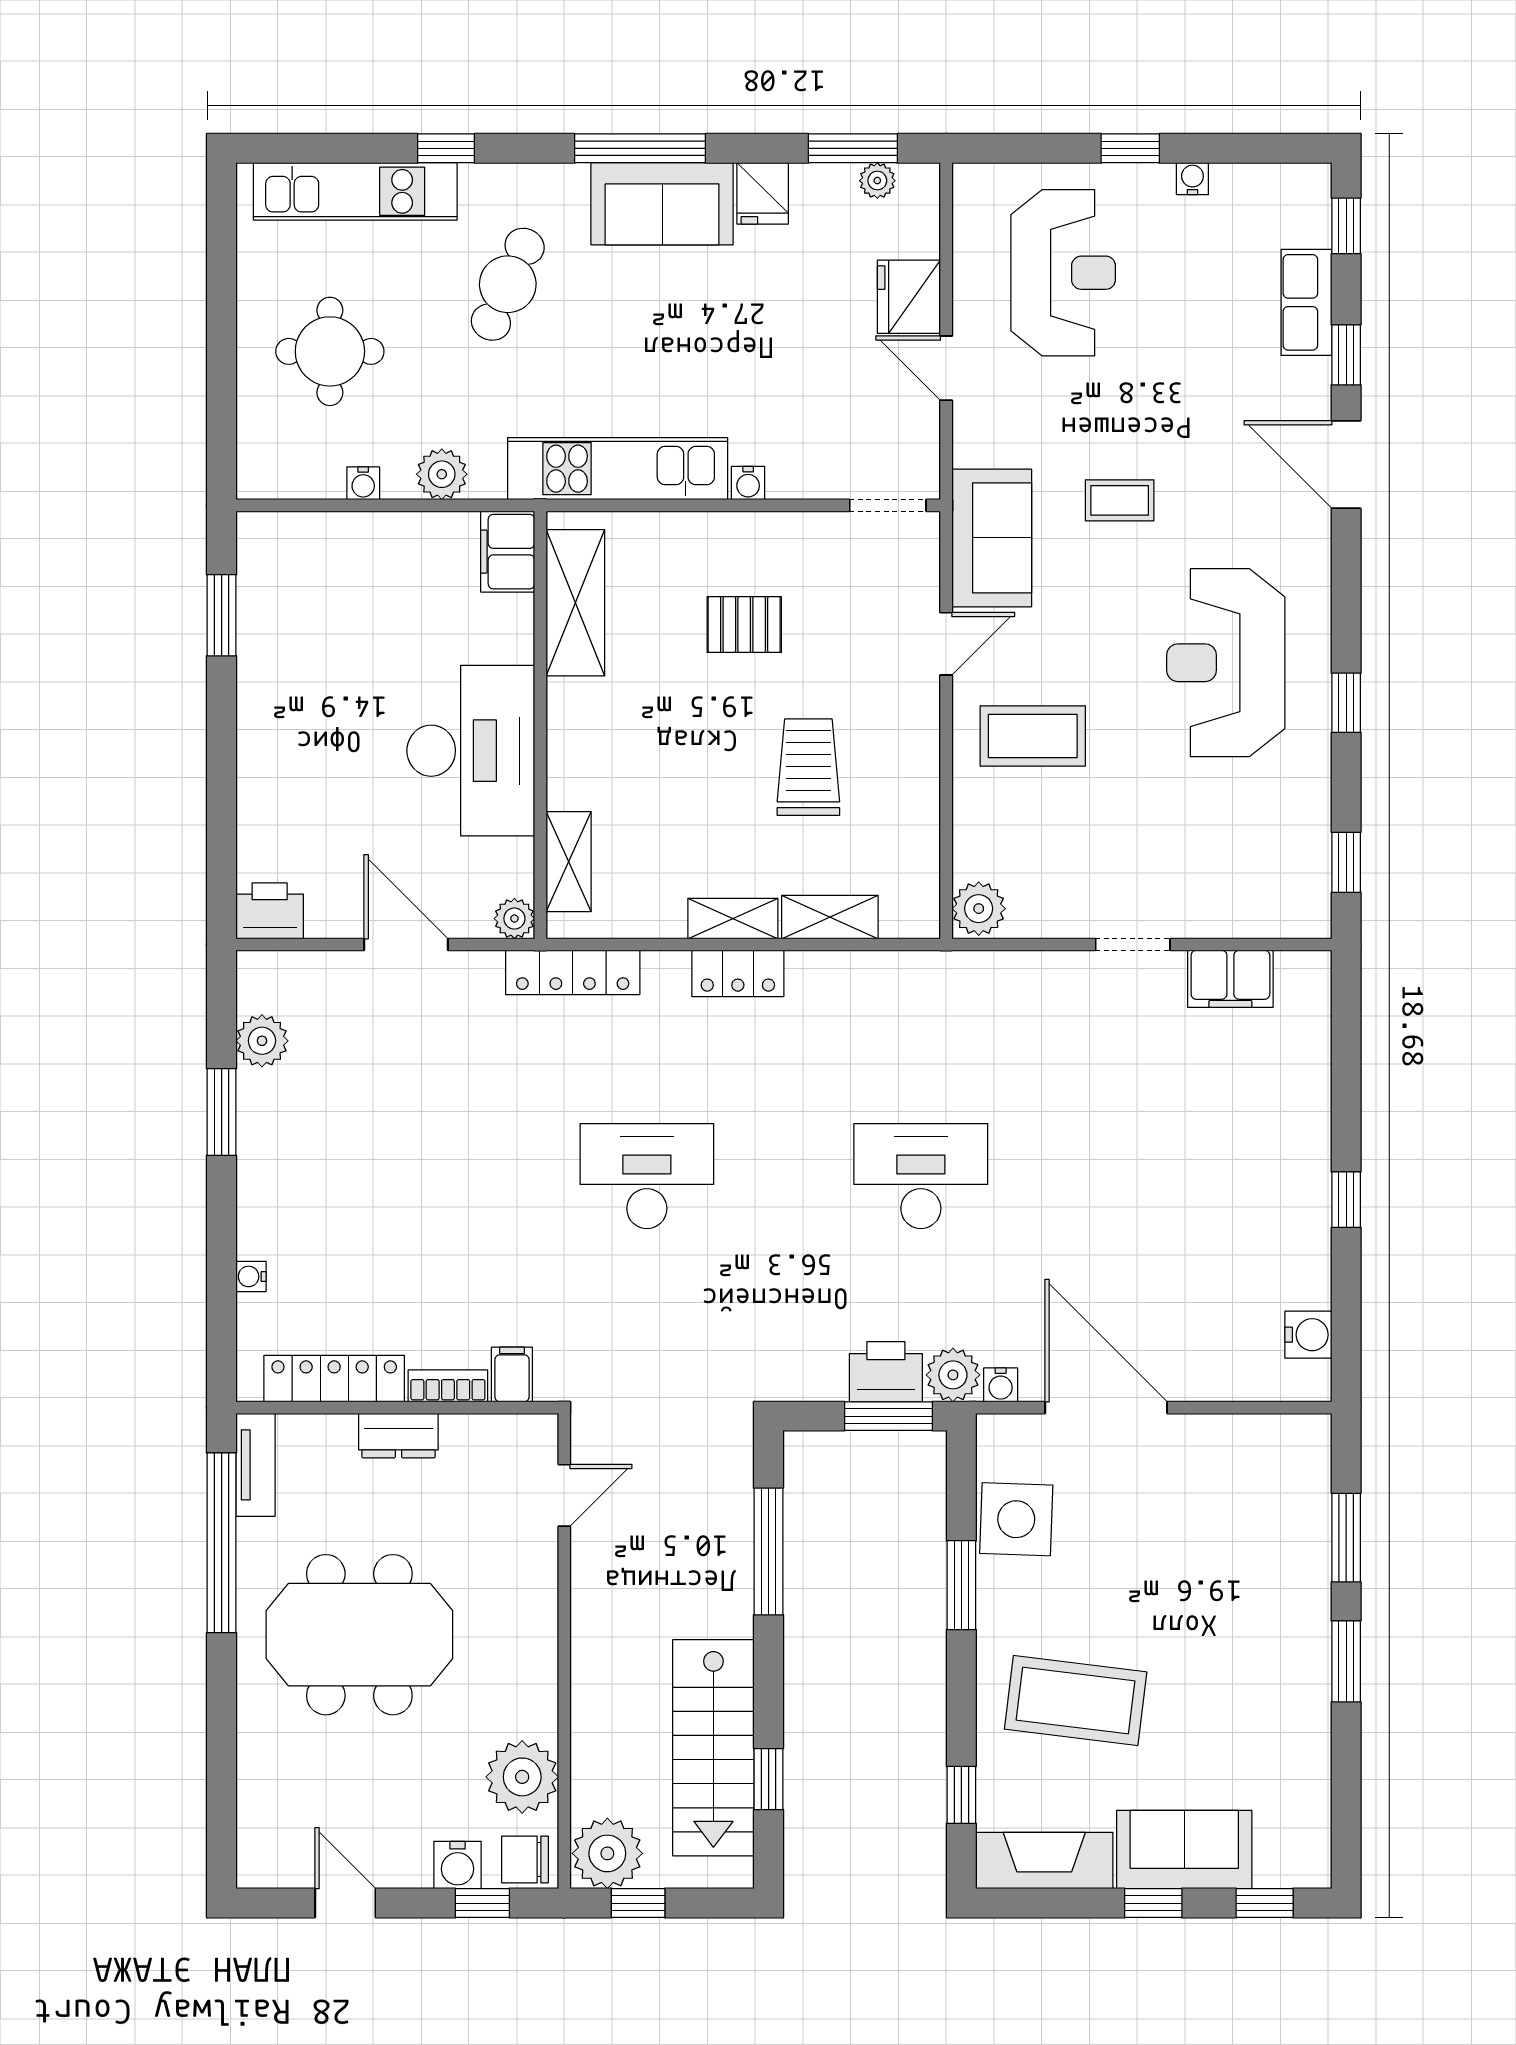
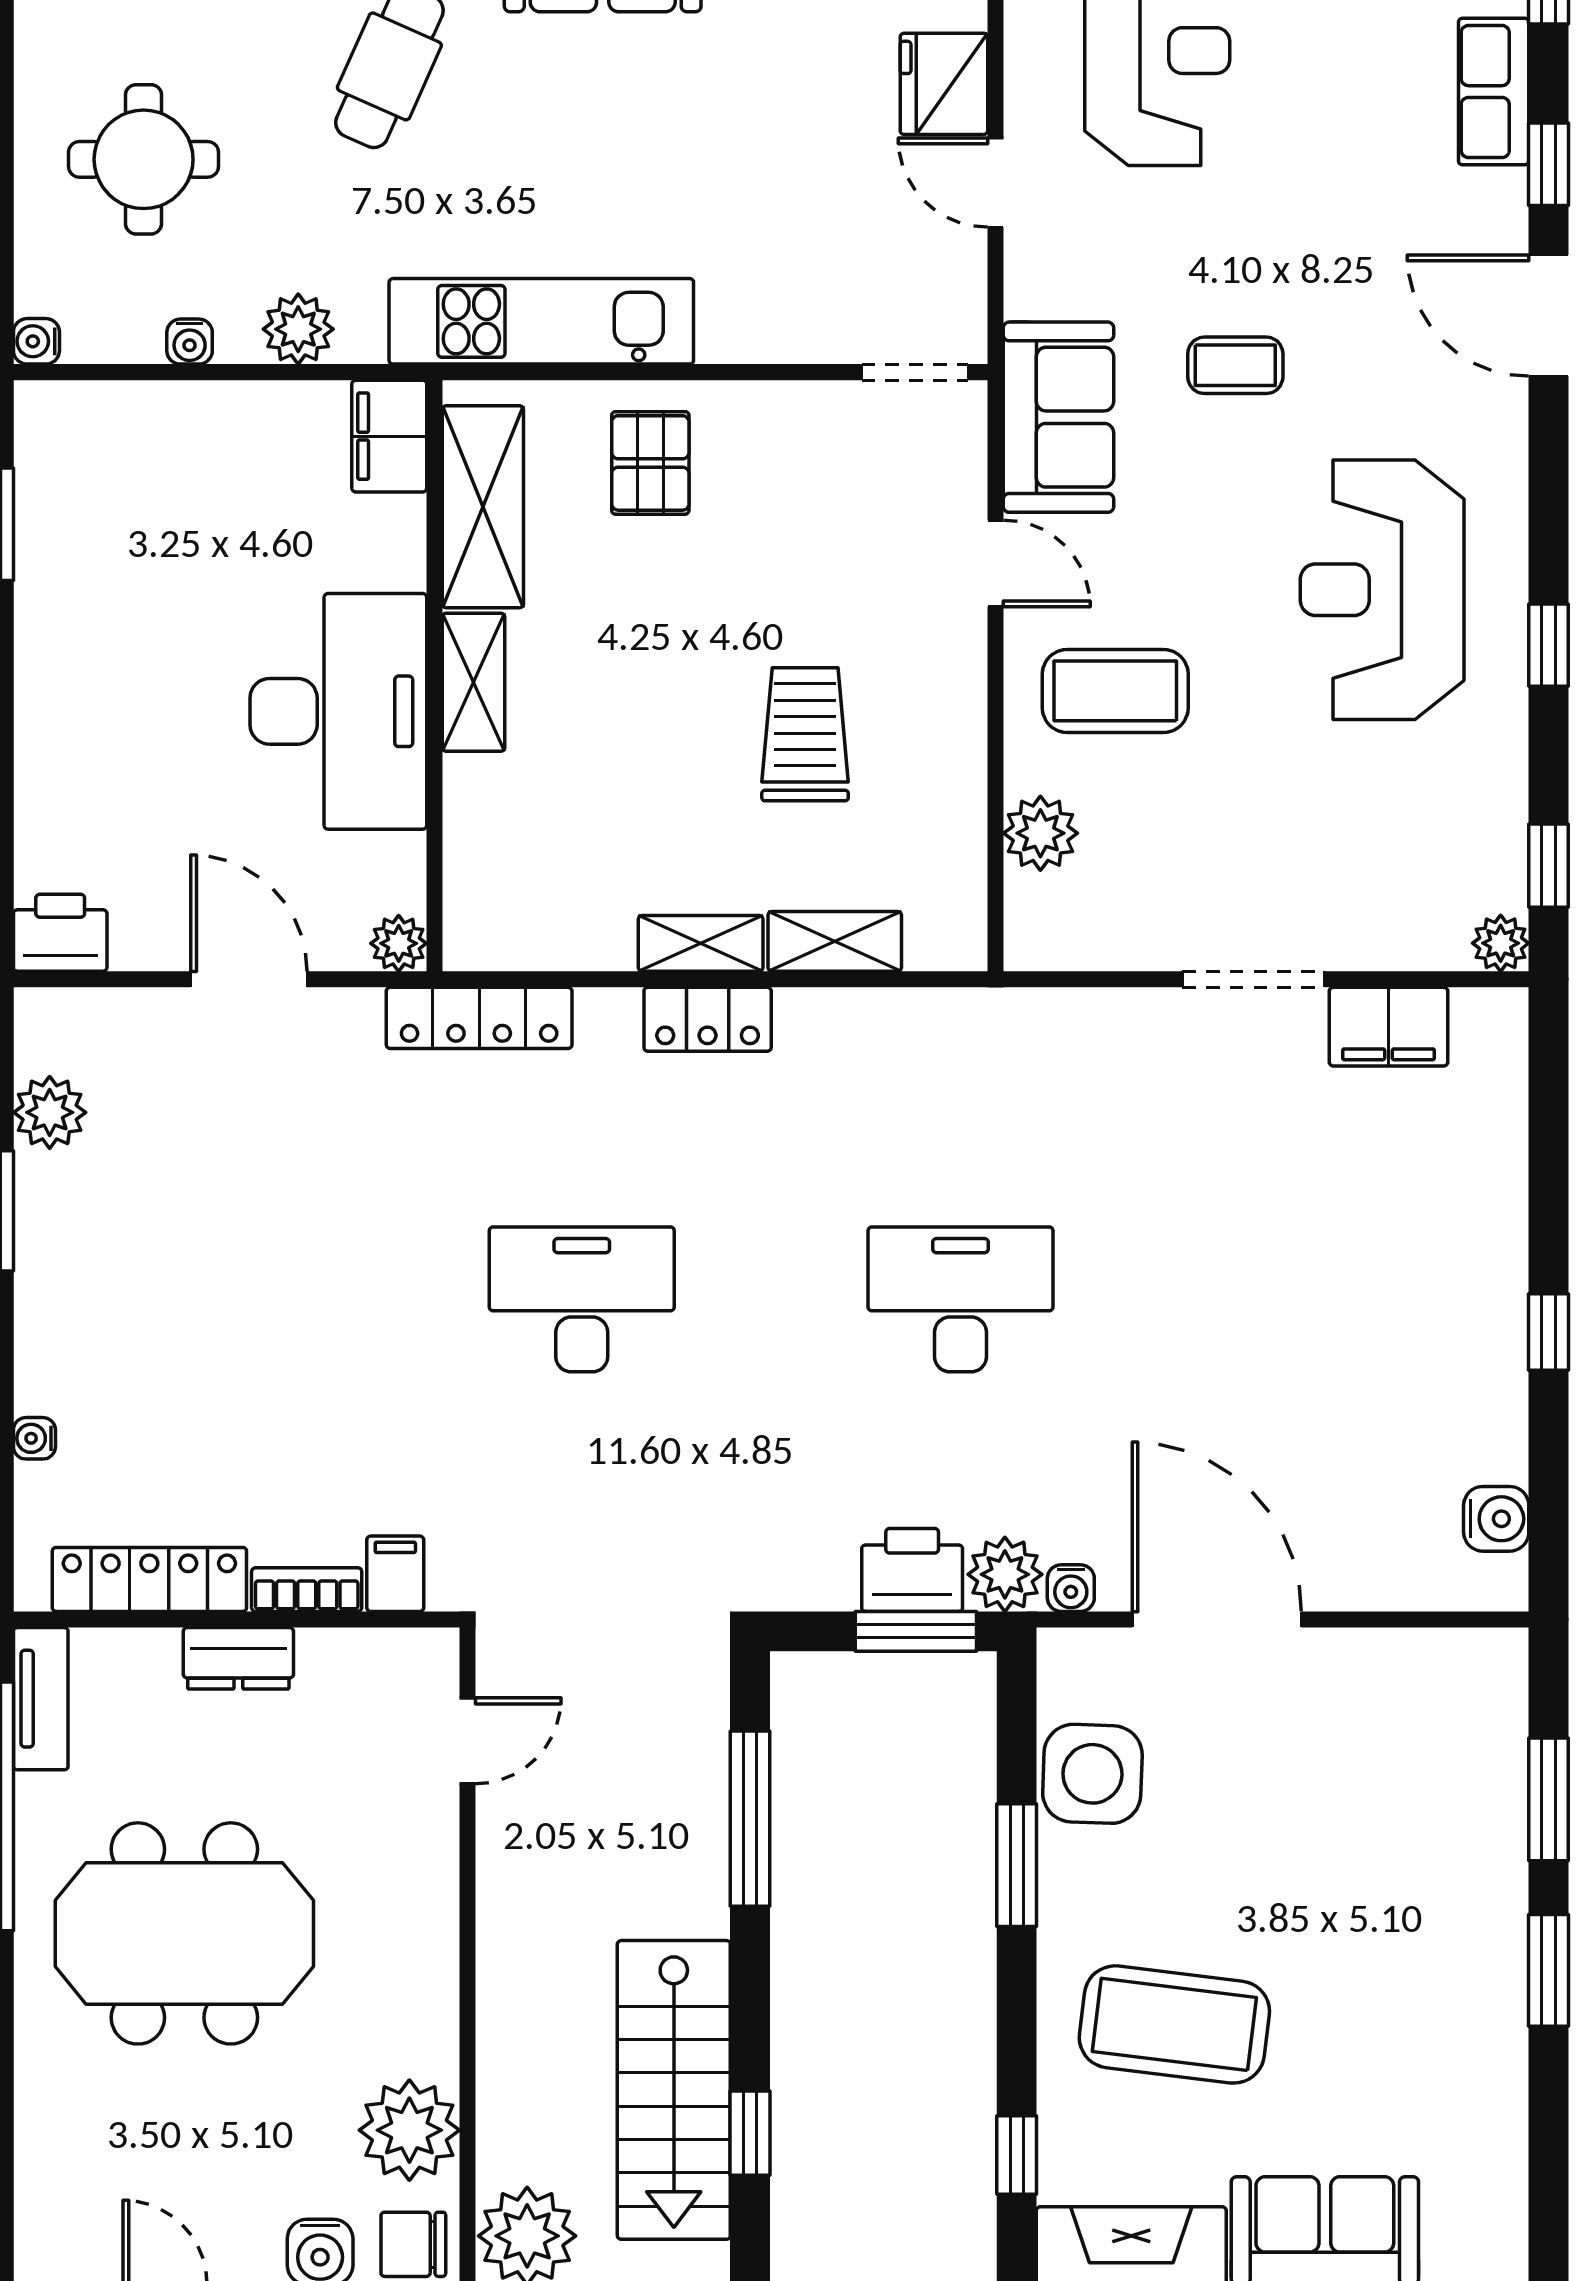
water cooler: (748, 483) -> (36, 341), moved, turned 90
pallet: (744, 625) -> (650, 463), moved, turned 90
door: (946, 644) -> (996, 563), hinge flipped
shelving: (569, 862) -> (474, 682), moved
plant: (979, 909) -> (1040, 833), moved
plant: (1311, 918) -> (1501, 943), added
doorway: (1133, 945) -> (1254, 979), width x1.38

